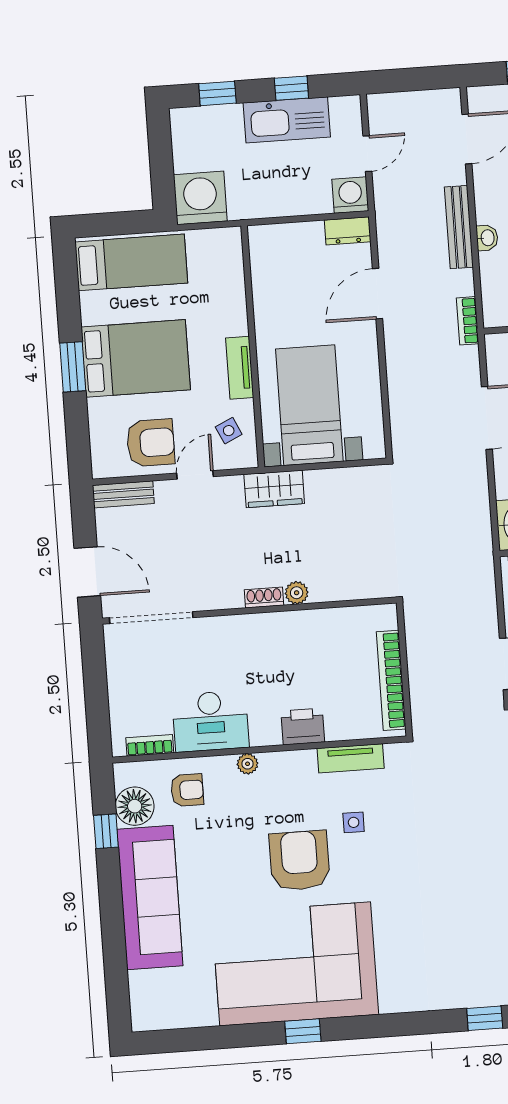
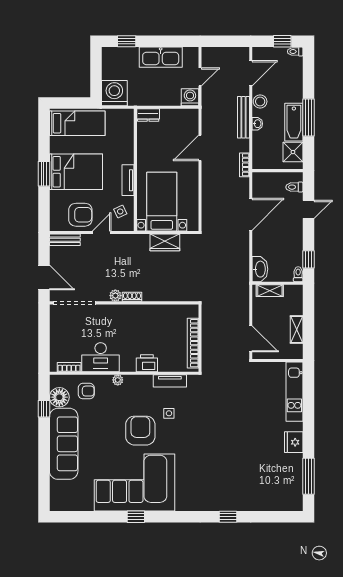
window: (291, 88) -> (164, 41), removed
stool: (489, 194) -> (260, 101), added
dresser: (348, 231) -> (148, 115), moved
wardrobe: (274, 489) -> (165, 242), moved
plant: (297, 593) -> (115, 296), moved

